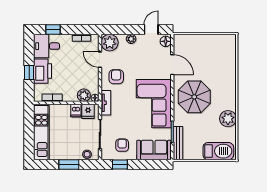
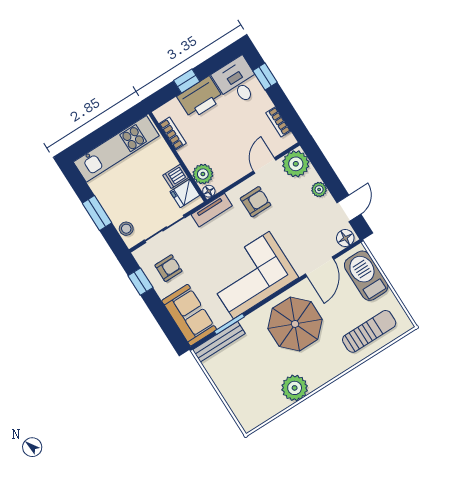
door: (151, 30) -> (349, 208), hinge flipped
sun lounger: (223, 60) -> (369, 331), added
barbecue: (218, 151) -> (366, 276), moved, turned 180

